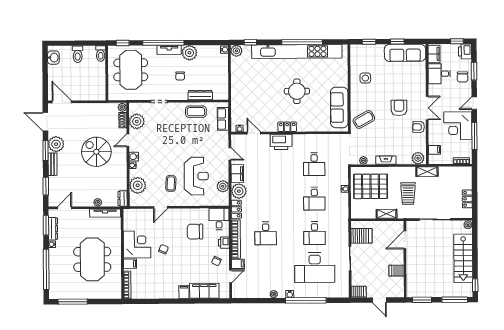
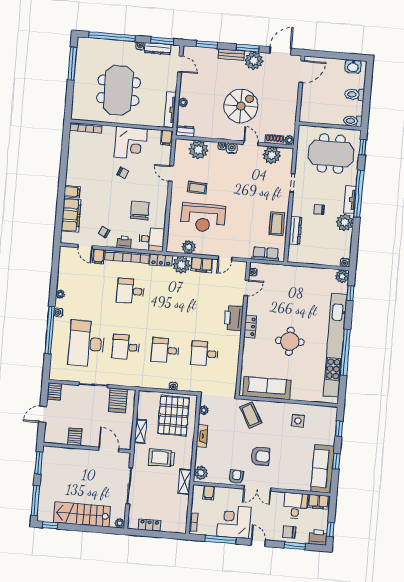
meeting table: (92, 259) -> (118, 90), turned 90
filing cabinet: (130, 264) -> (167, 138), moved

